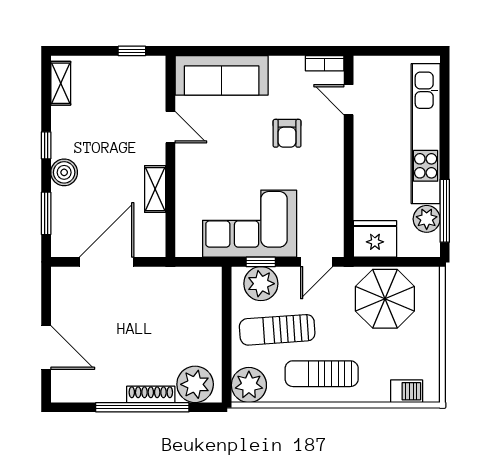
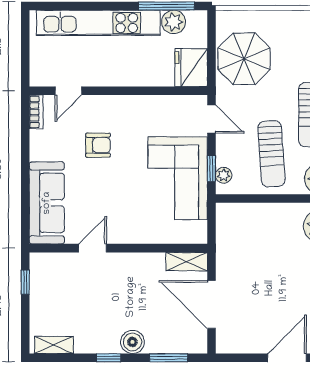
shelving: (155, 189) -> (187, 262), moved
plant: (261, 284) -> (224, 175), width x0.53, depth x0.53

